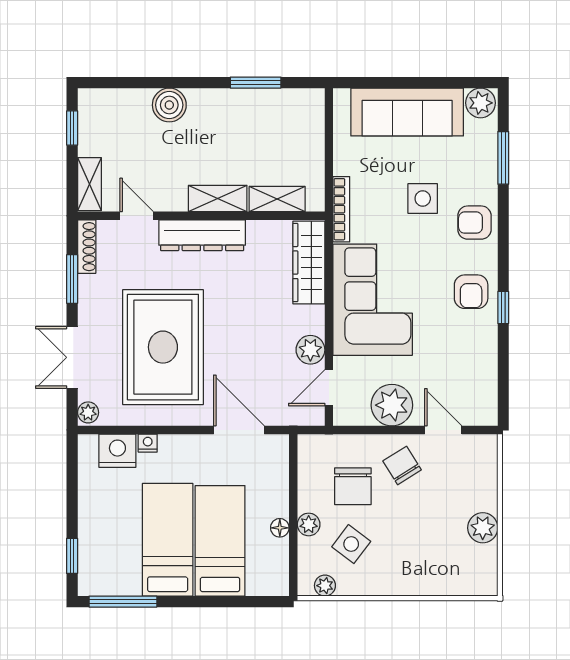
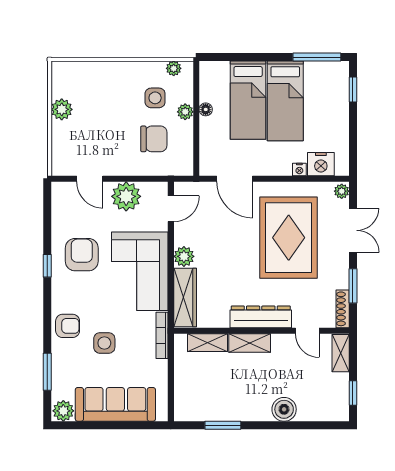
armchair: (471, 292) -> (82, 255), moved, width x1.38, depth x1.38
plant: (310, 350) -> (184, 256), moved
chair: (402, 465) -> (119, 154), removed
chair: (353, 486) -> (154, 139), turned 90
side table: (351, 544) -> (155, 98), turned -37

